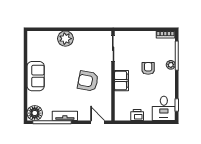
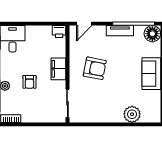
plant: (65, 39) -> (132, 114), moved
printer: (137, 115) -> (59, 32), moved
door: (98, 122) -> (84, 24), hinge flipped

